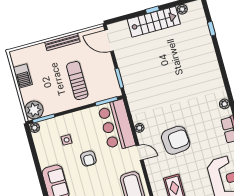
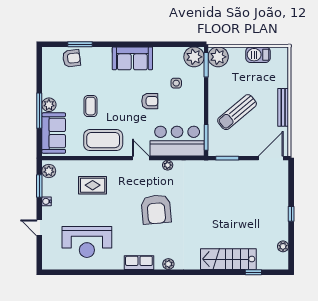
stairs: (154, 22) -> (228, 259), moved, turned 90
sun lounger: (77, 81) -> (237, 112), turned 140
plant: (35, 128) -> (194, 57), width x1.87, depth x1.87
armchair: (176, 140) -> (156, 209), moved
door: (140, 153) -> (141, 158), swing flipped
armchair: (88, 159) -> (150, 101), turned 180

